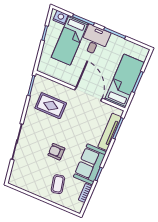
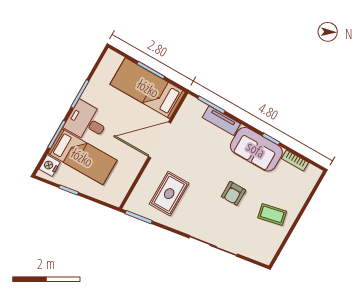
tv unit: (110, 132) -> (221, 121), width x0.71
coffee table: (58, 184) -> (272, 214), moved

